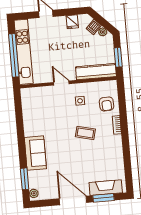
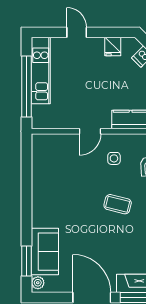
kitchen unit: (24, 52) -> (41, 71), width x0.73
door: (61, 83) -> (90, 131), swing flipped
sofa: (35, 153) -> (45, 252), moved

